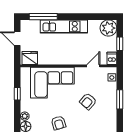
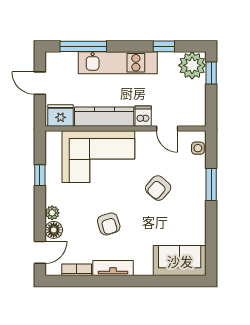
window: (91, 17) -> (164, 46), added
window: (120, 44) -> (211, 73), moved
dishwasher: (112, 58) -> (143, 116), moved
kitchen counter: (56, 59) -> (104, 117), added
door: (93, 66) -> (167, 129), swing flipped

